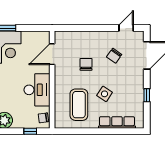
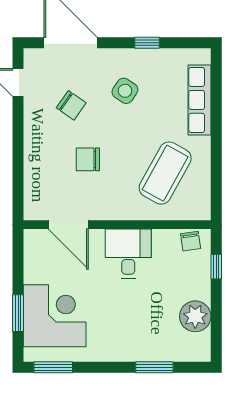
desk: (37, 90) -> (128, 254), width x0.73
side table: (105, 94) -> (125, 91), moved
coffee table: (79, 105) -> (165, 173), turned -61

